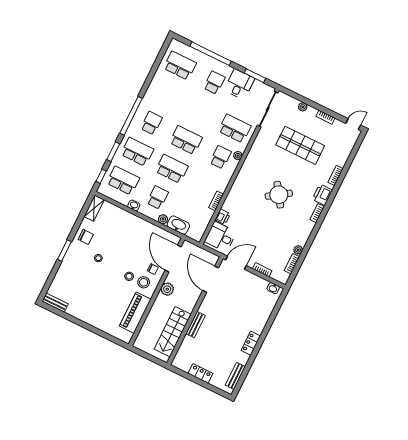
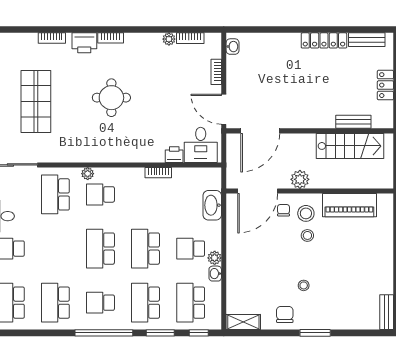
school desk: (166, 94) -> (55, 303), added
round table: (279, 195) -> (111, 98), turned 34
plant: (163, 219) -> (215, 258), moved
bench: (195, 325) -> (353, 122), moved
locker: (251, 343) -> (324, 40), width x1.53

